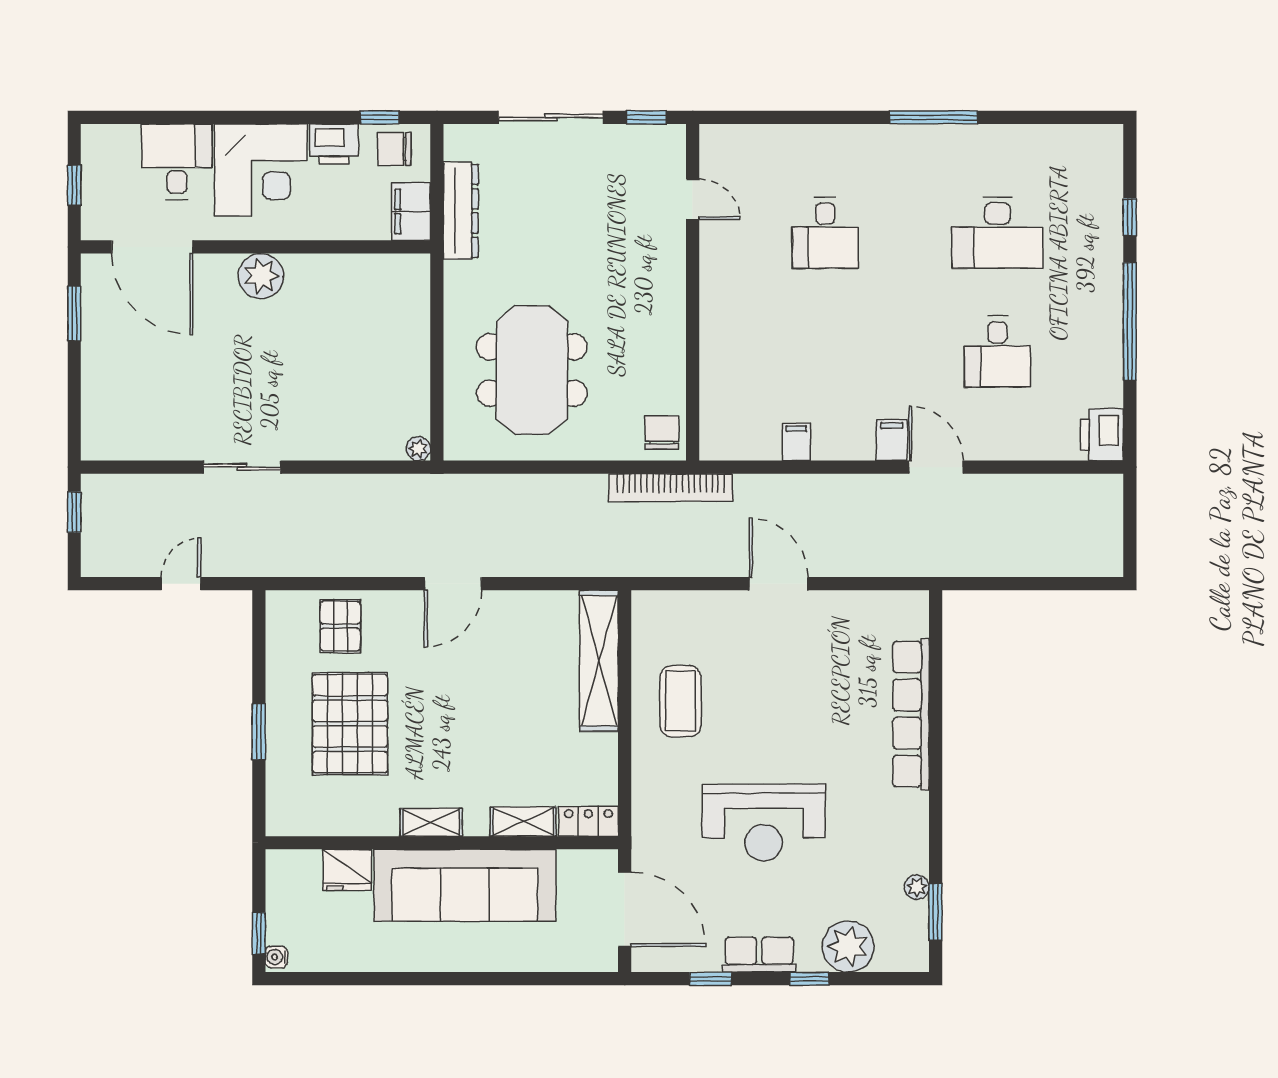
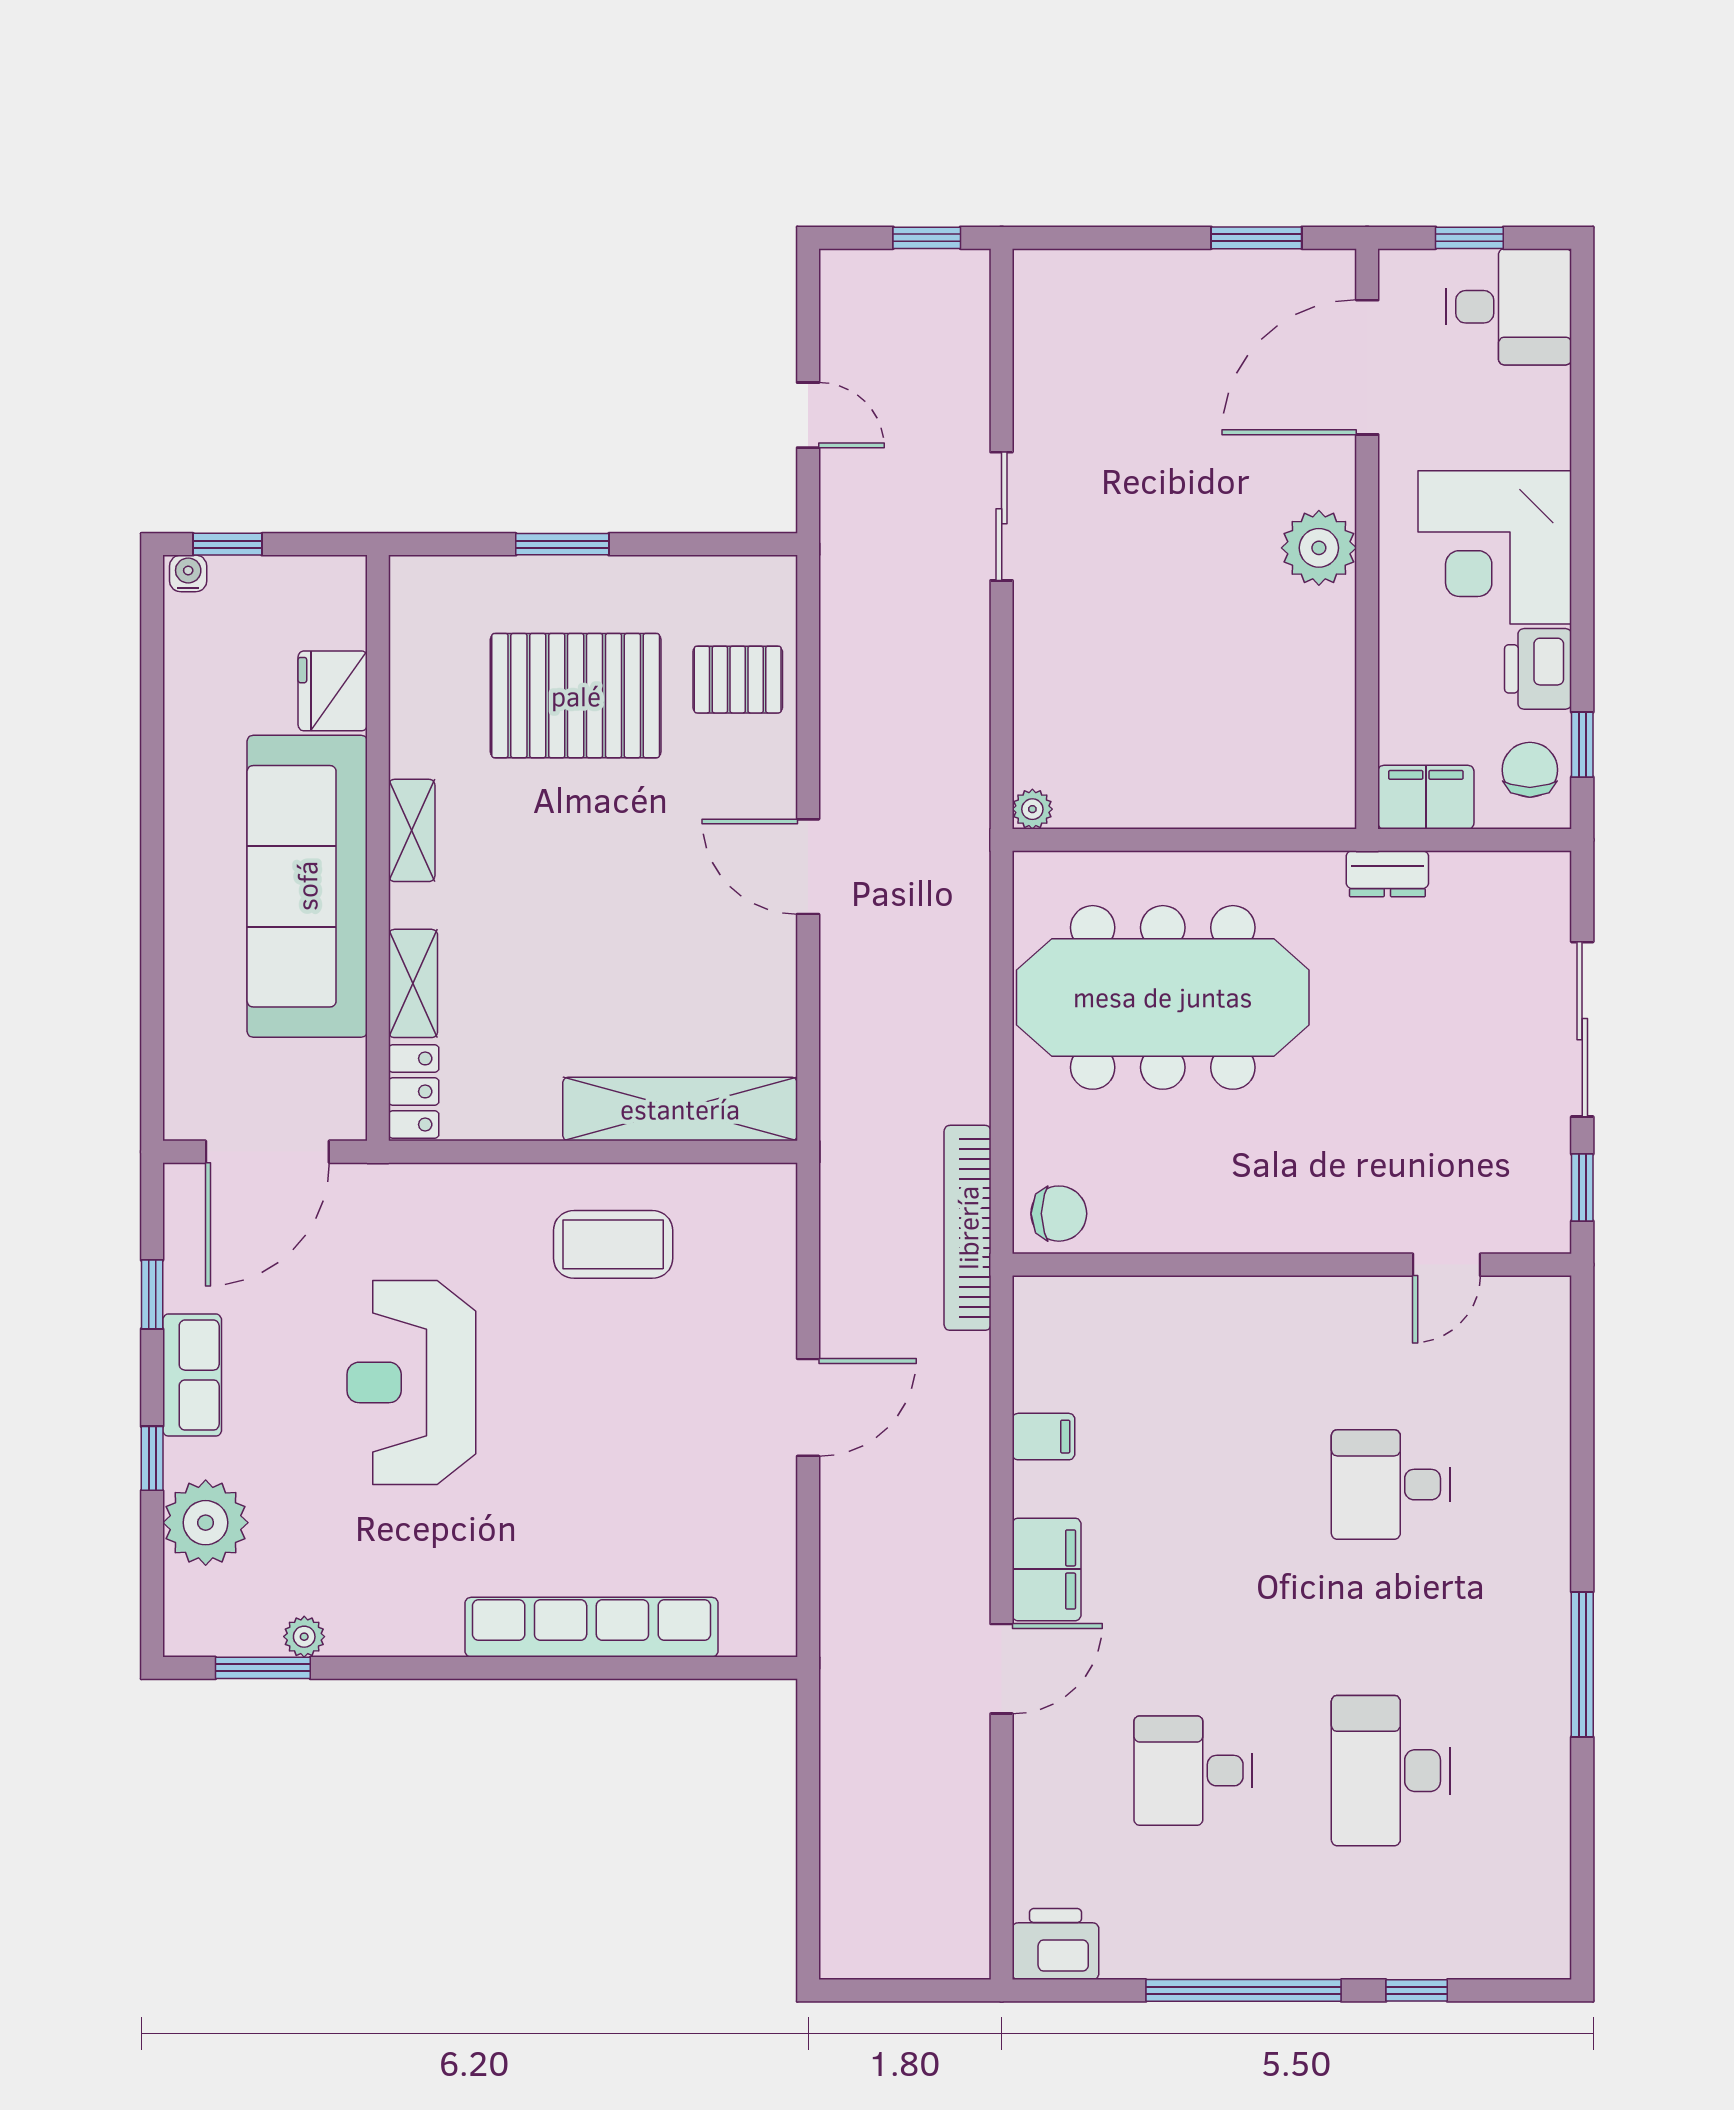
desk: (177, 162) -> (1509, 307), moved
dresser: (461, 211) -> (1387, 874), width x0.51, depth x0.80
meeting table: (532, 370) -> (1163, 997), width x1.36
filing cabinet: (892, 440) -> (1047, 1569), width x2.00

